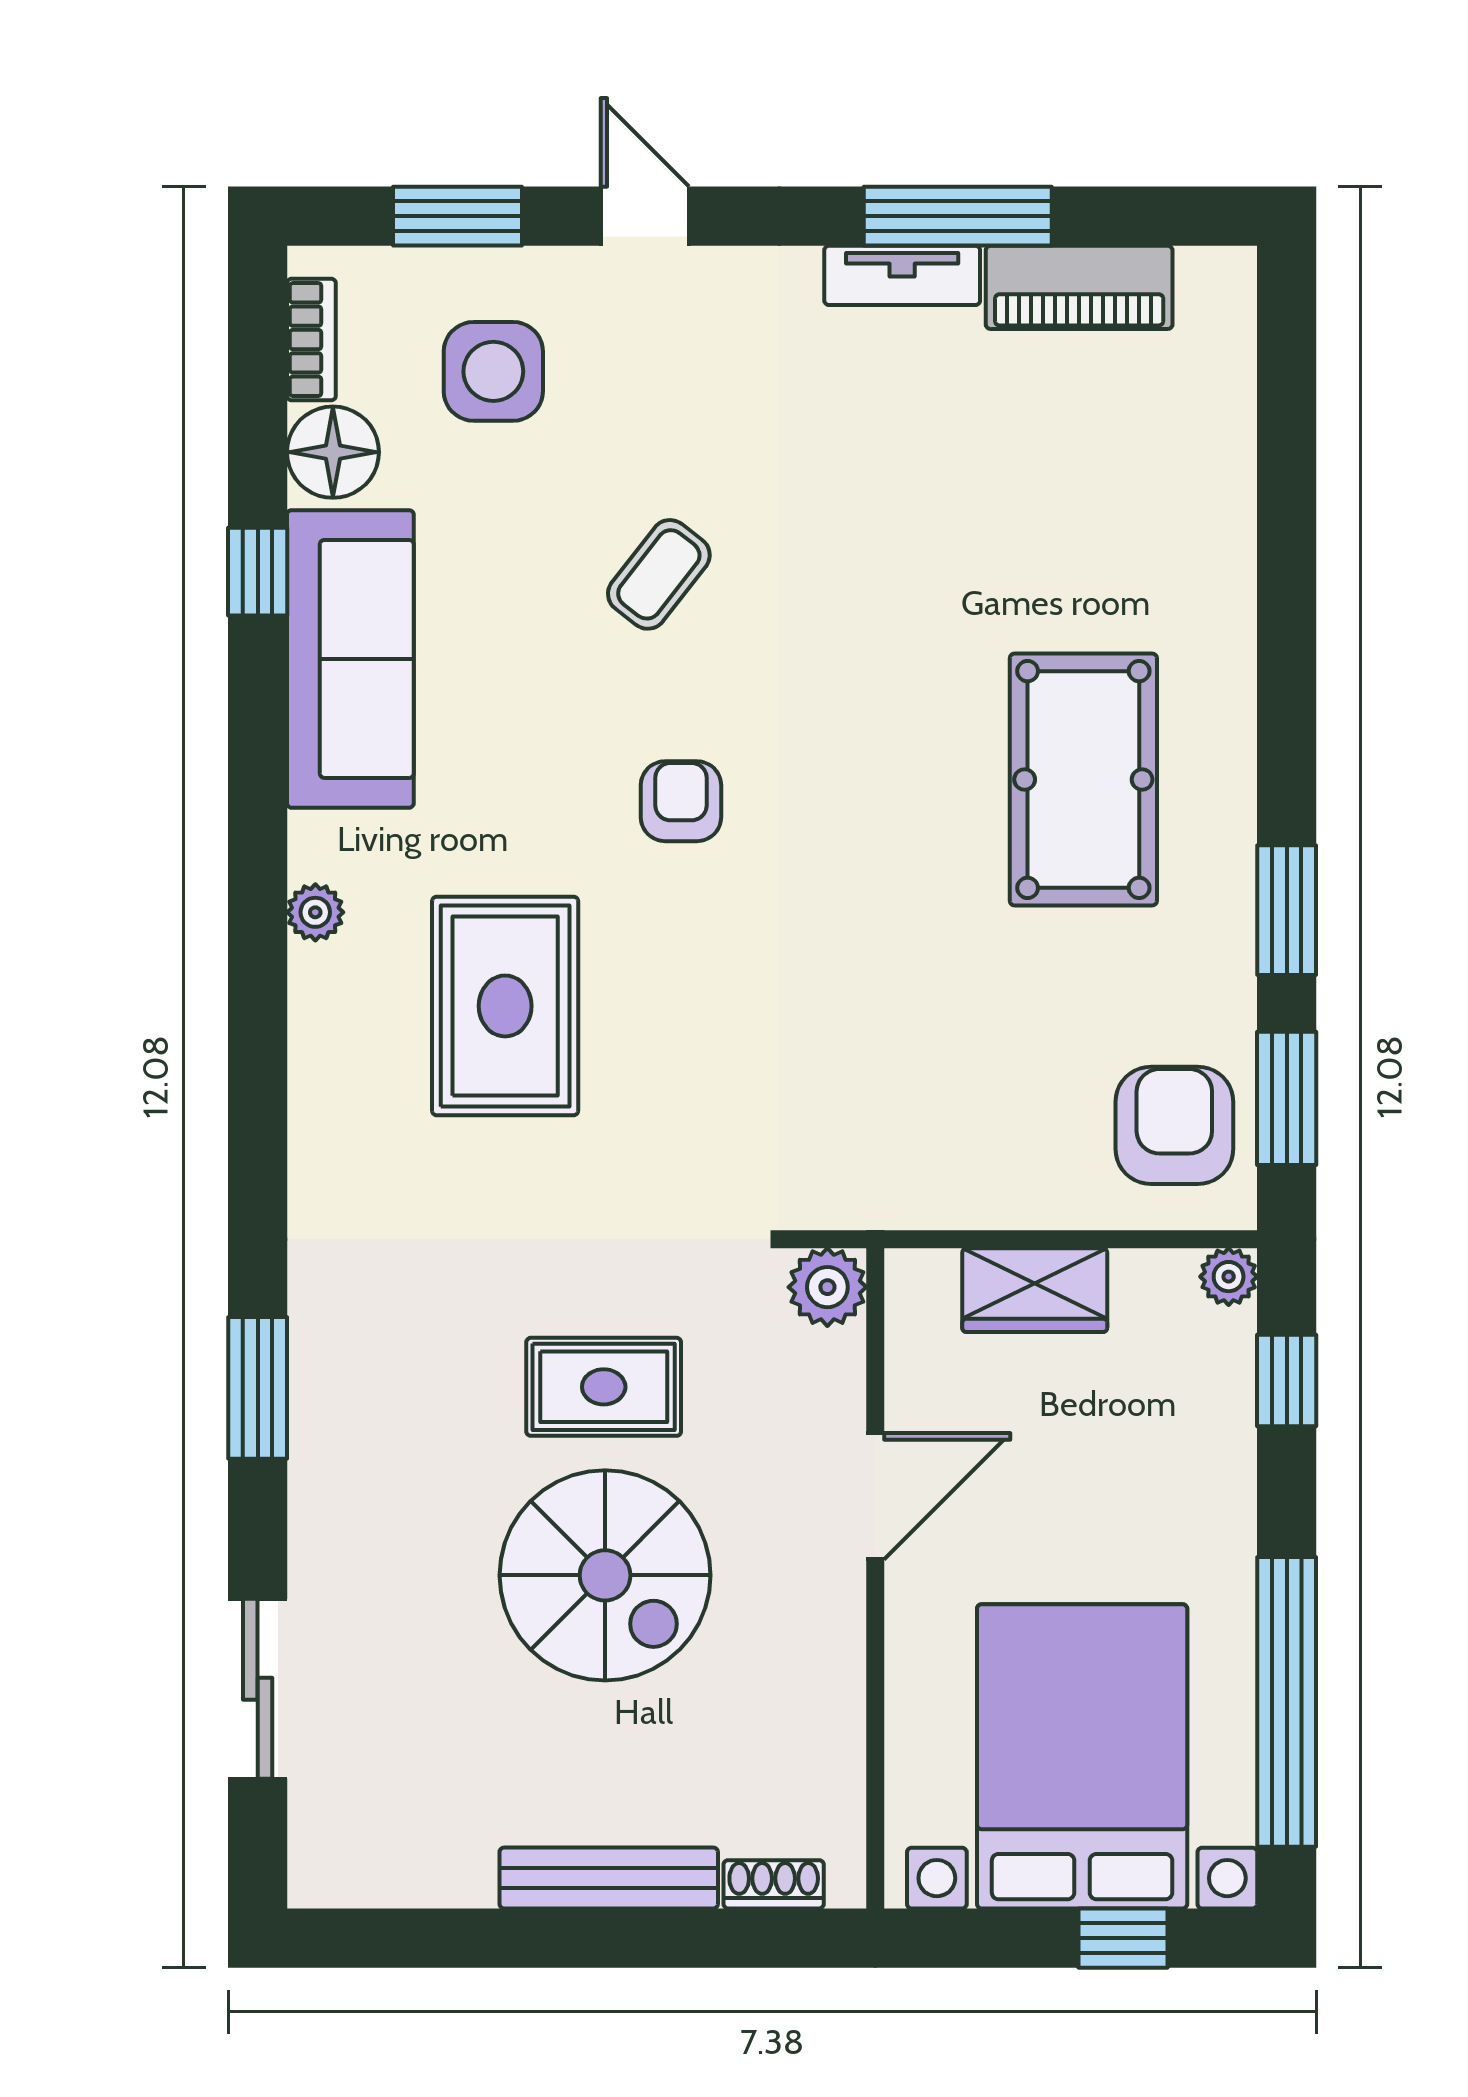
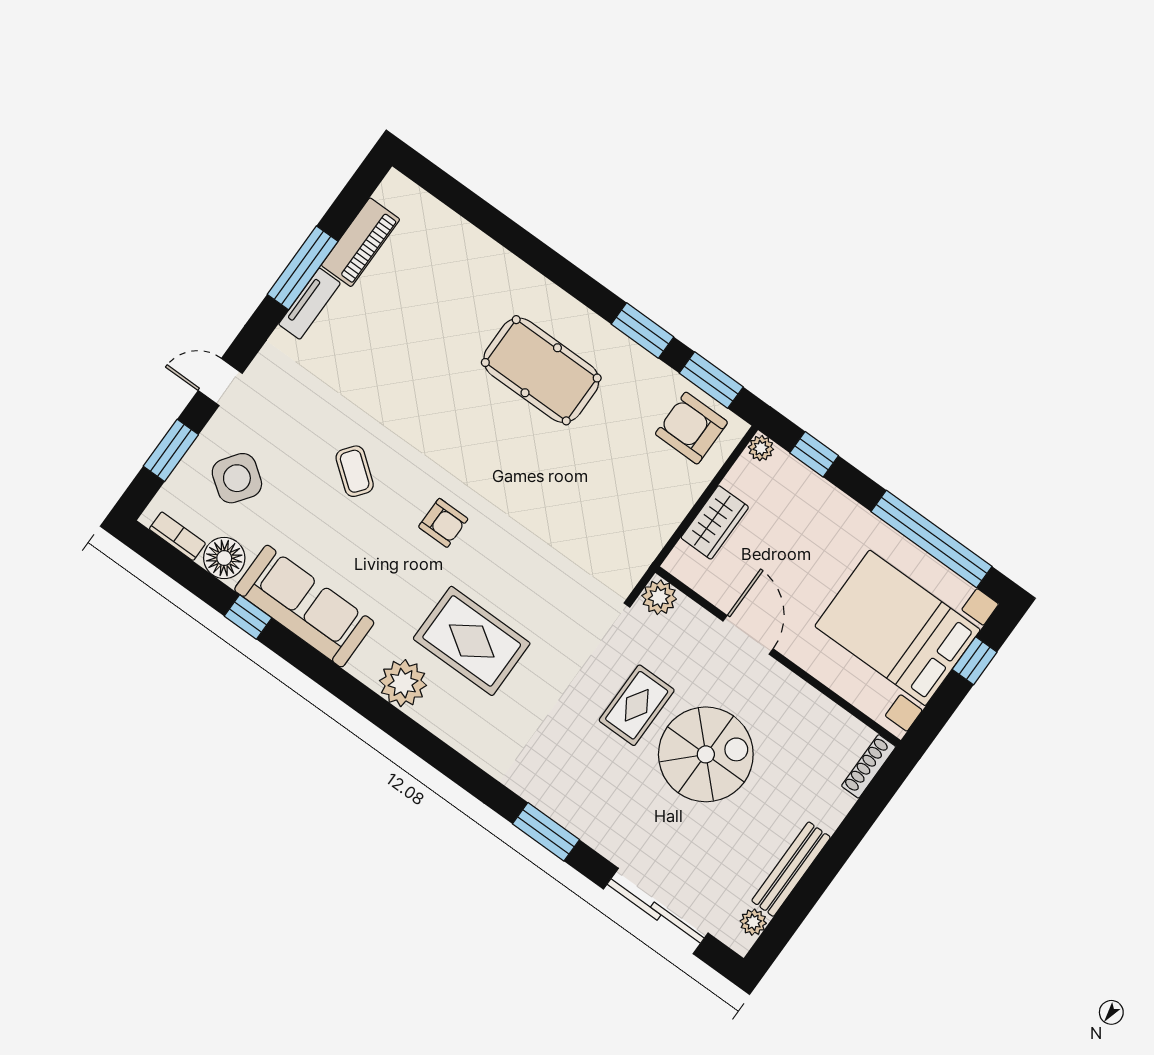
side table: (493, 371) -> (237, 478), turned 36
armchair: (681, 801) -> (443, 523), turned 180
plant: (315, 912) -> (403, 683), width x1.88, depth x1.88
sliding door: (258, 1689) -> (656, 911), width x1.37
bench: (609, 1878) -> (791, 869), moved
plant: (364, 1879) -> (753, 922), added
shoe rack: (774, 1884) -> (869, 766), width x1.43

